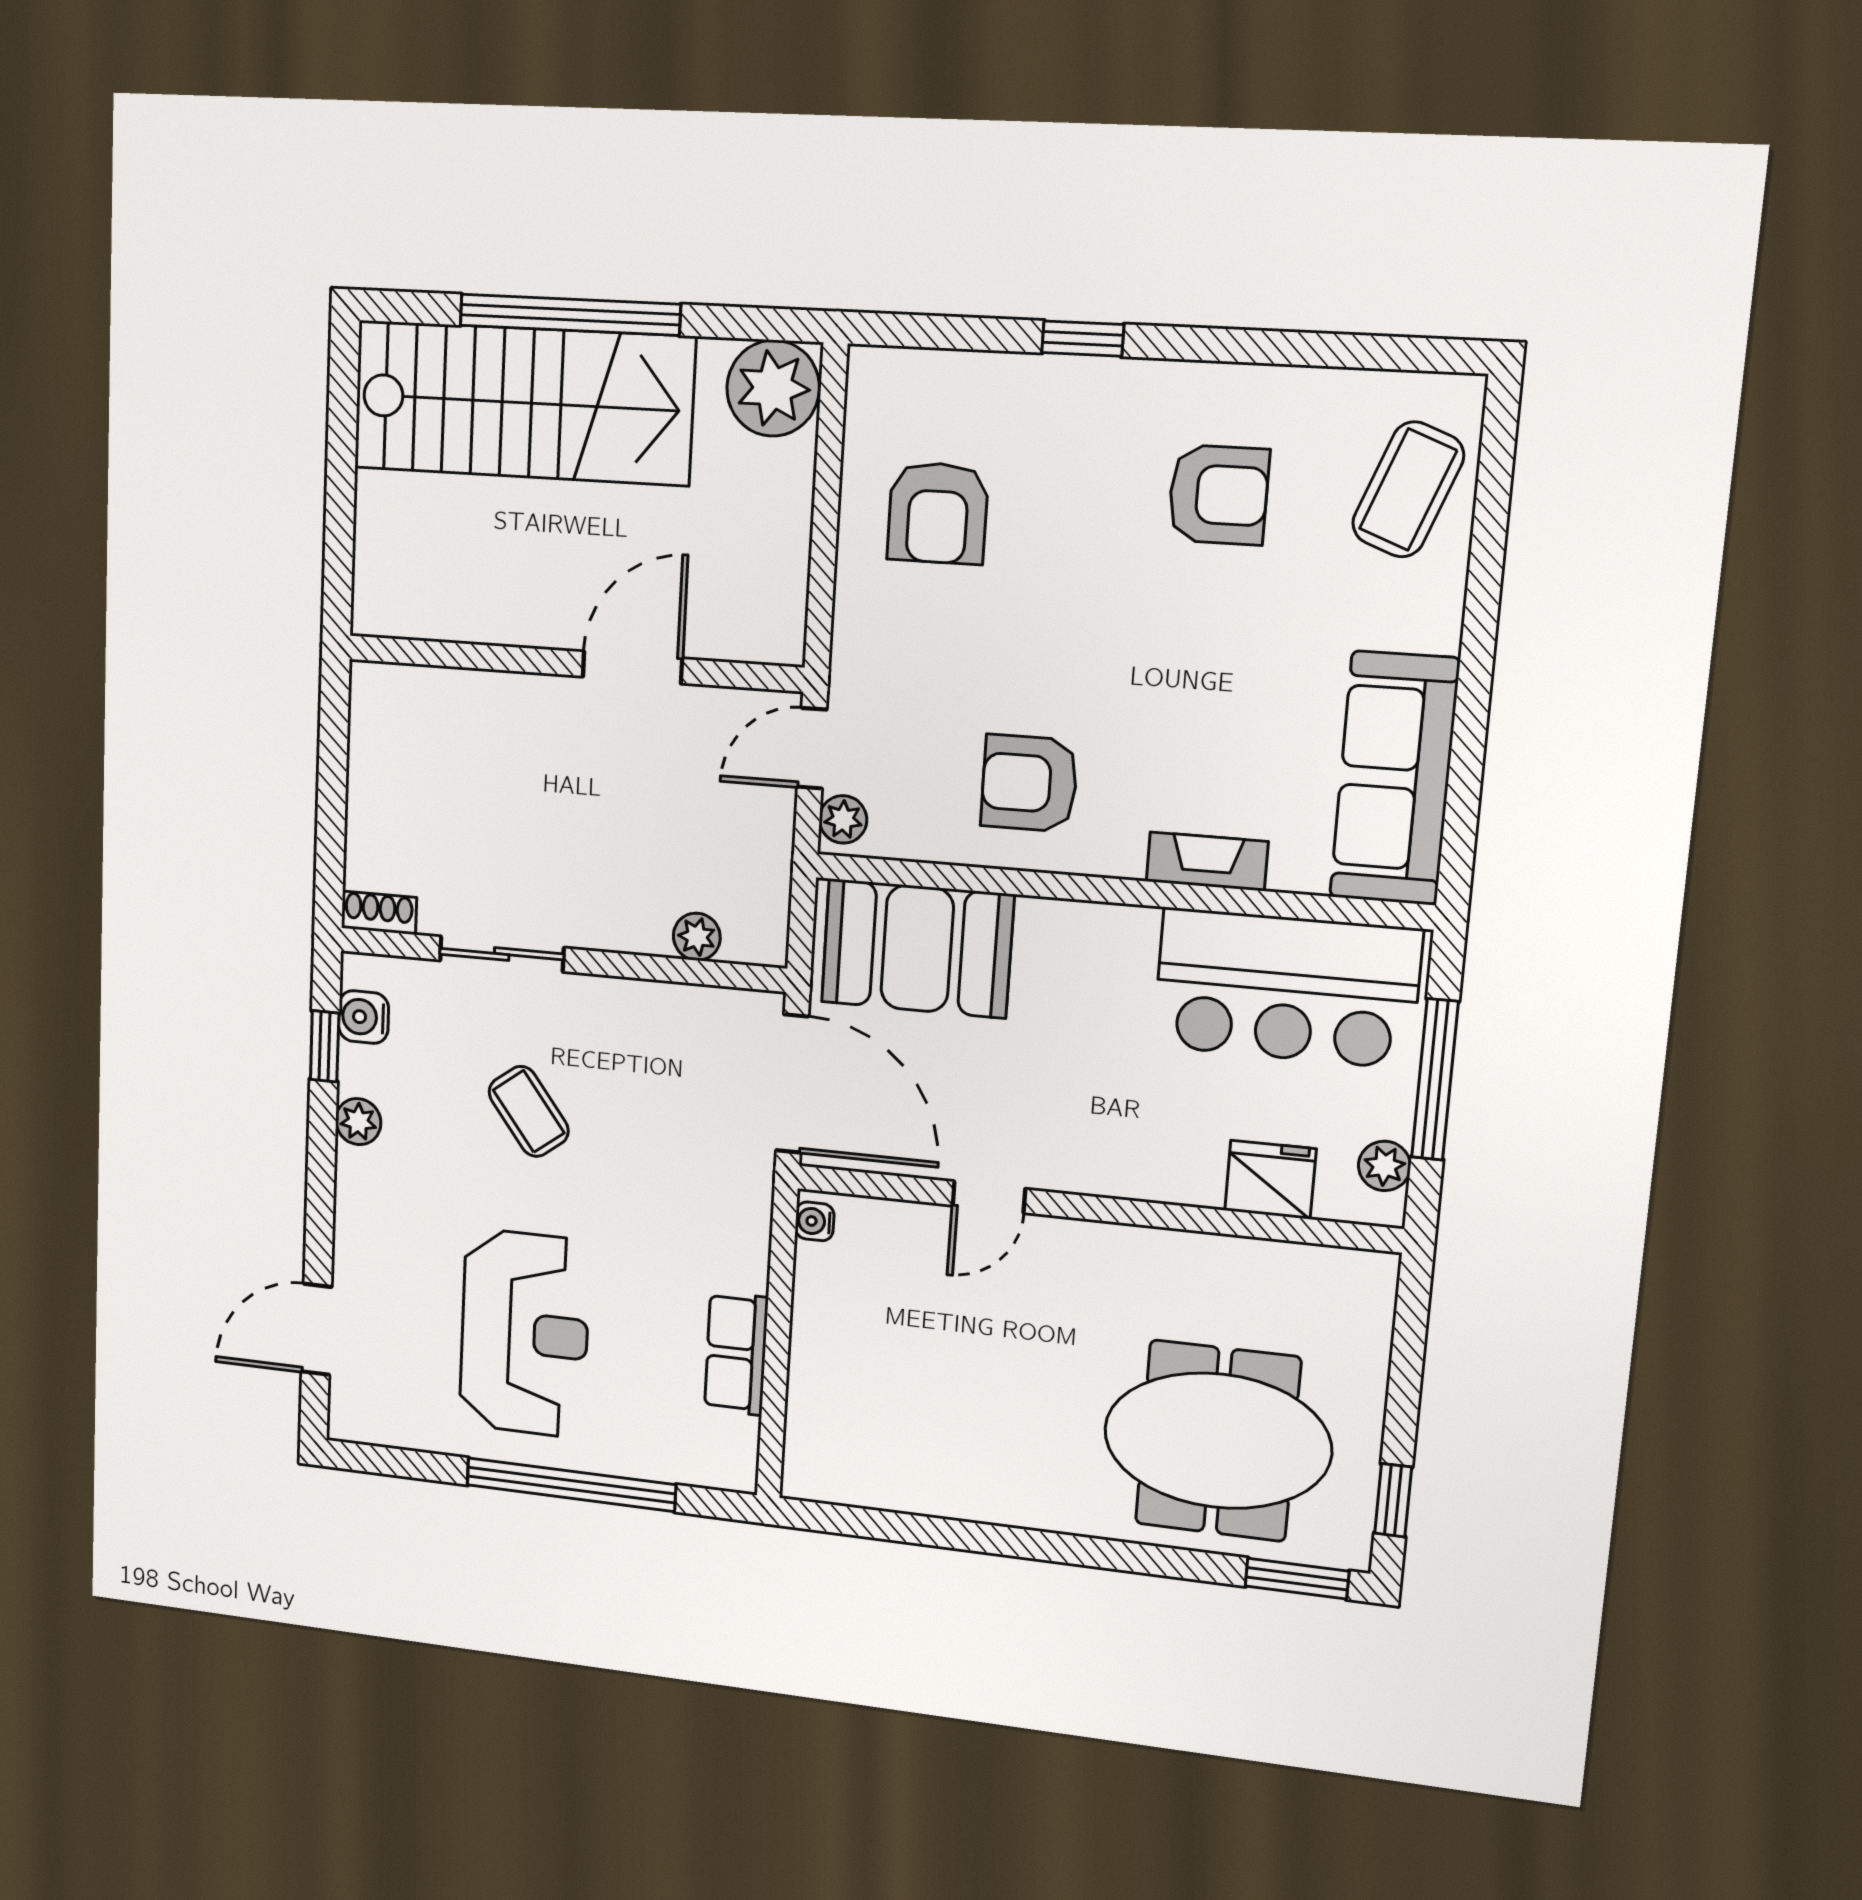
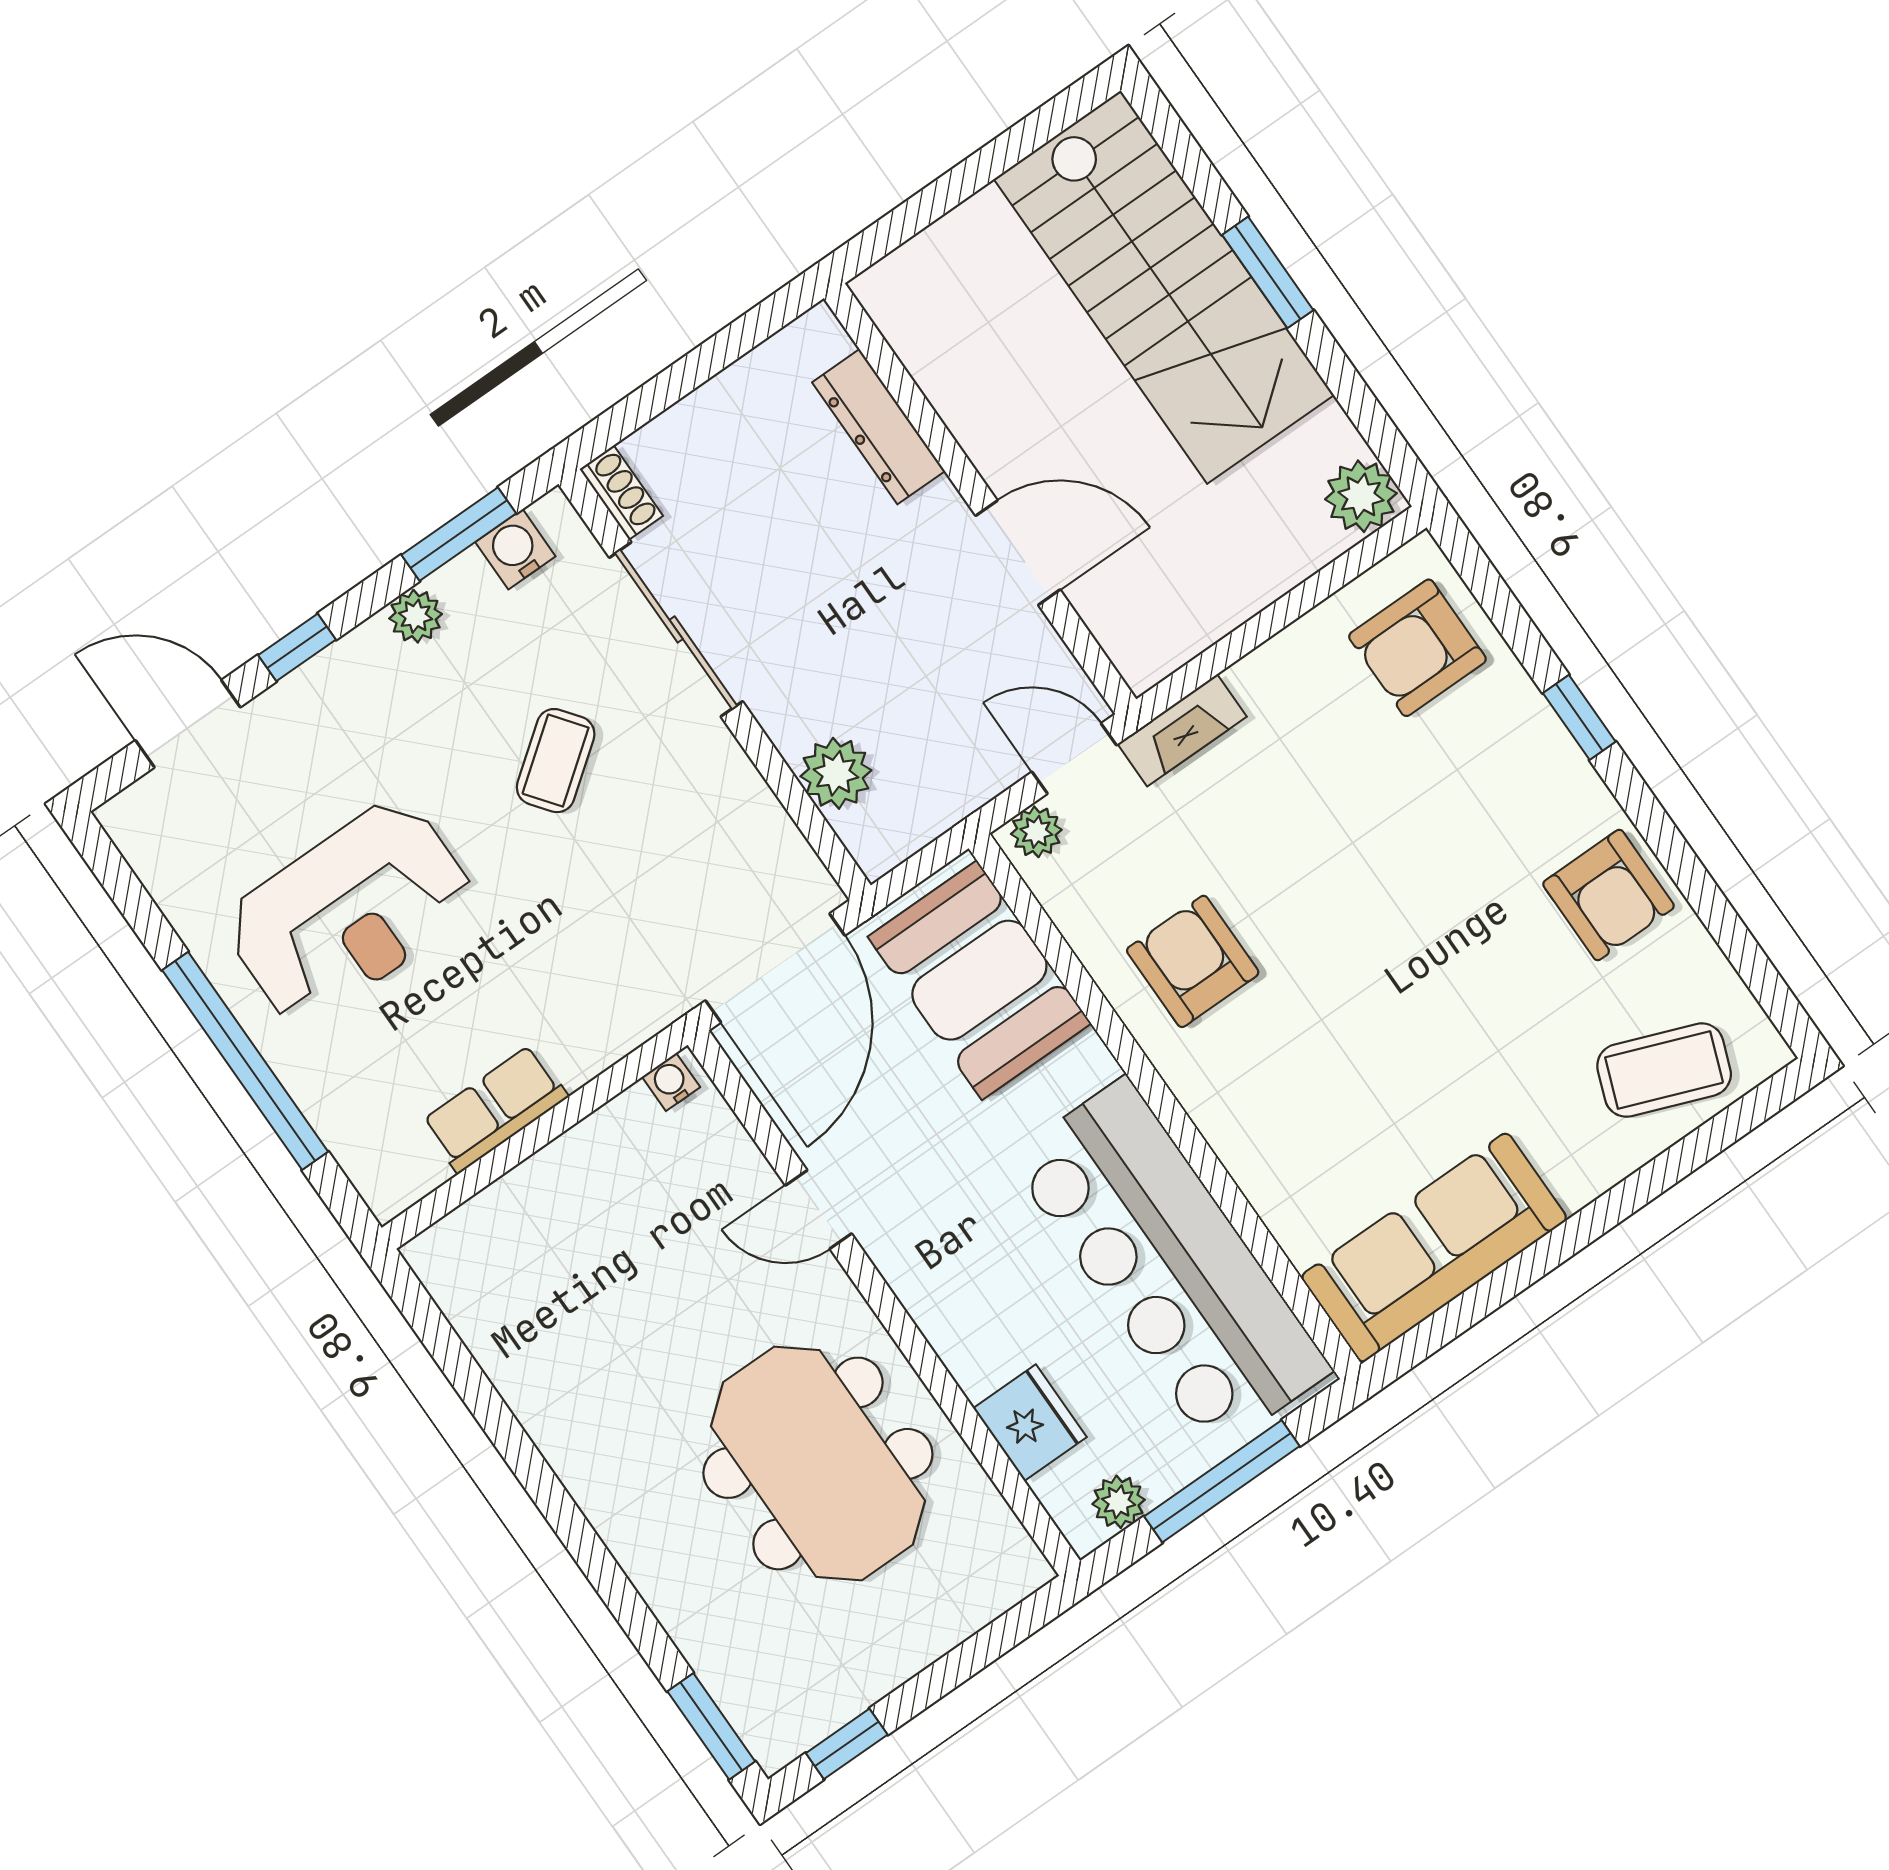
window: (570, 315) -> (1268, 272), width x0.47
plant: (773, 388) -> (1361, 496), width x0.73, depth x0.73
armchair: (1218, 495) -> (1608, 895), moved
armchair: (938, 513) -> (1417, 648), moved
dresser: (468, 695) -> (879, 427), added
fireplace: (1207, 861) -> (1182, 730), moved, turned 90
plant: (697, 937) -> (836, 773), width x1.38, depth x1.38
sliding door: (502, 954) -> (676, 629), width x1.37
bar counter: (1287, 988) -> (1170, 1264), width x1.36
window: (325, 1046) -> (459, 534), width x1.50
window: (320, 1217) -> (297, 647), added
meeting table: (1218, 1441) -> (818, 1463), moved

